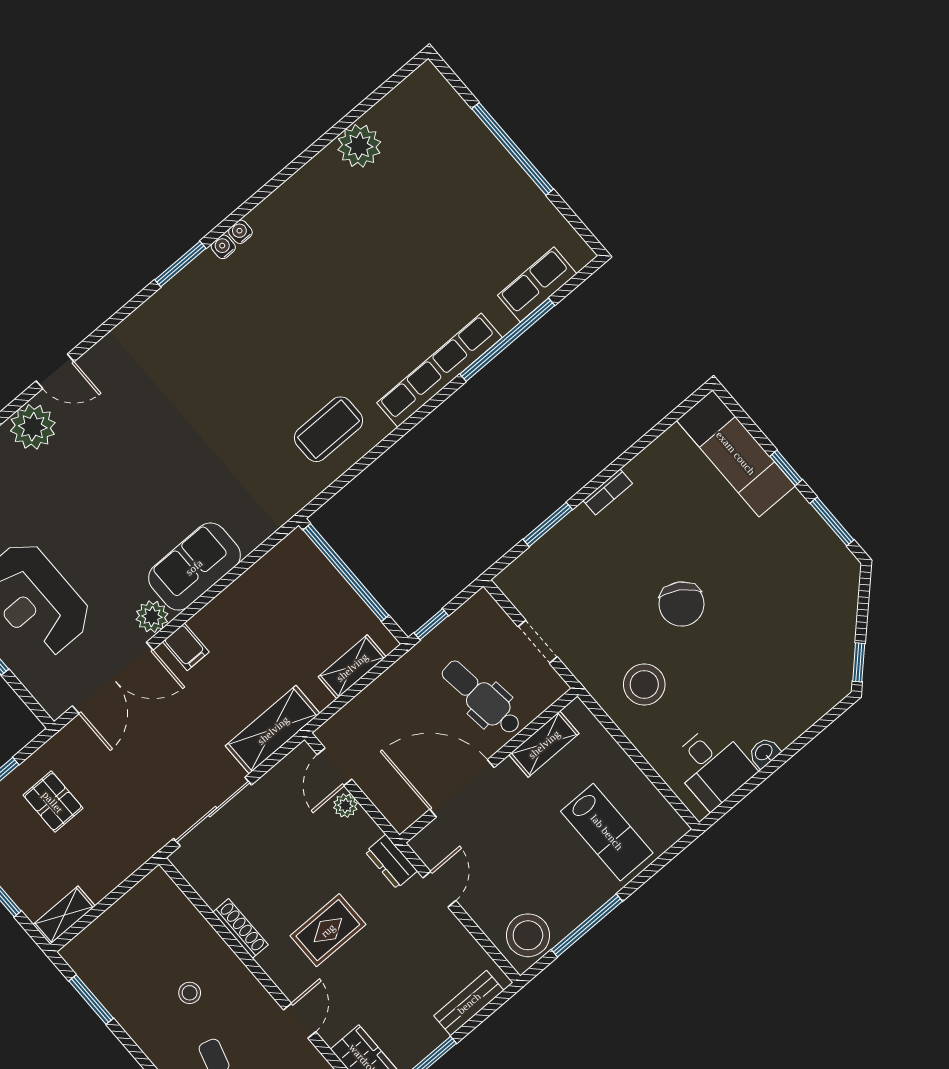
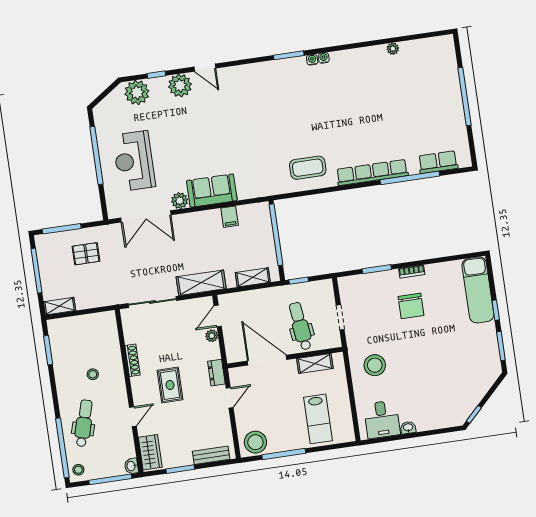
plant: (359, 146) -> (393, 49), width x0.53, depth x0.53
chair: (682, 604) -> (411, 306), moved, turned -33
filing cabinet: (186, 647) -> (230, 217), moved
pallet: (53, 802) -> (86, 254), turned 90
rug: (328, 930) -> (170, 385), turned 90

